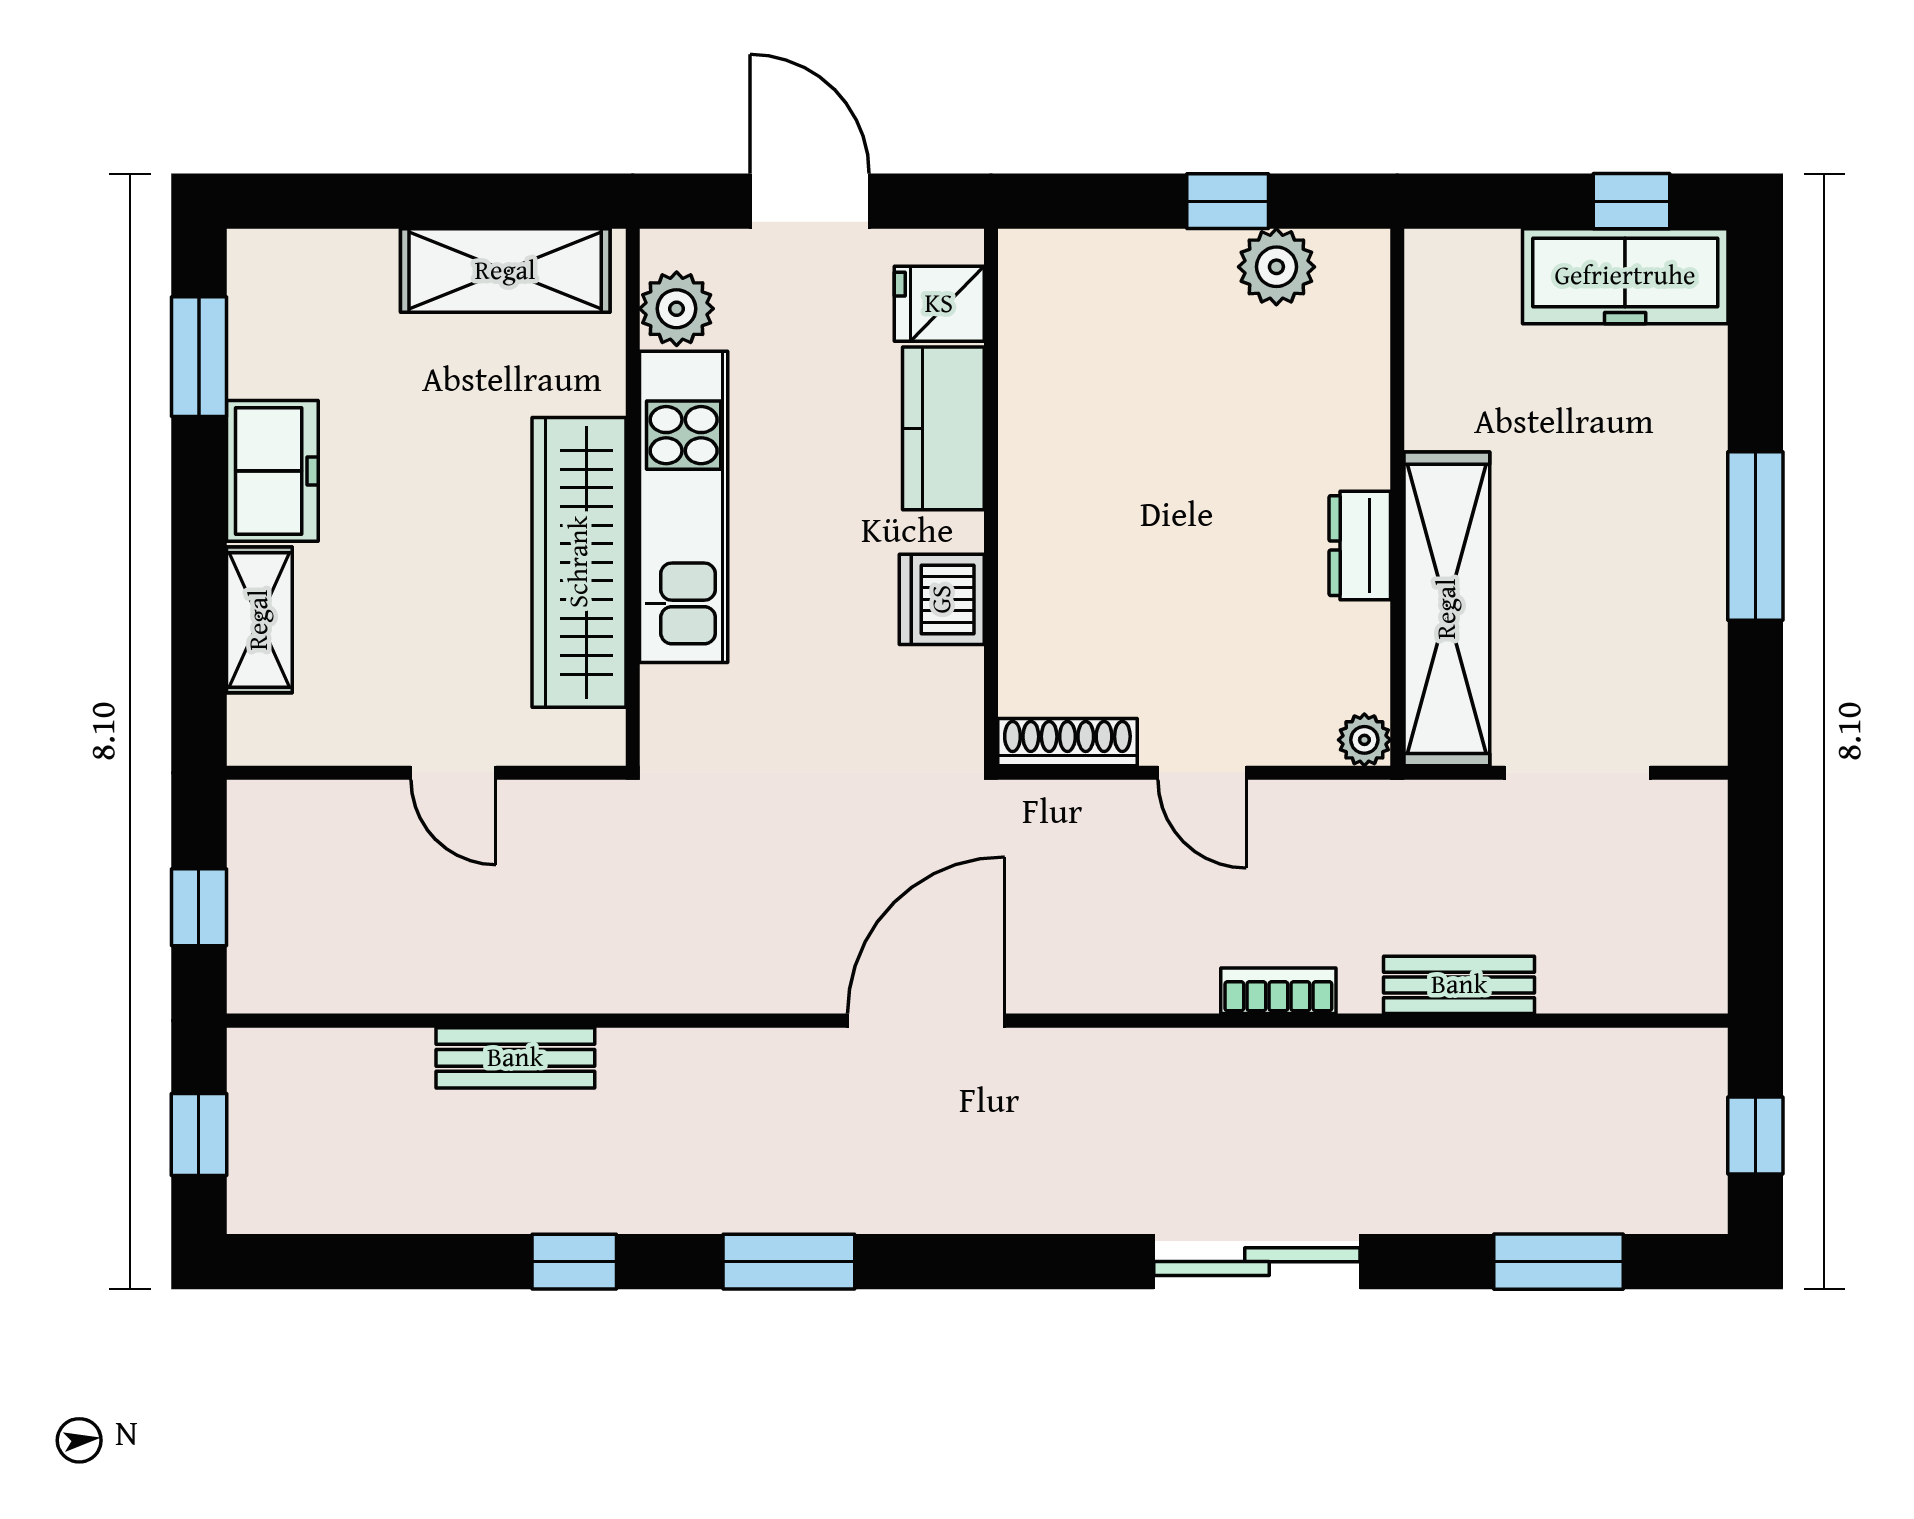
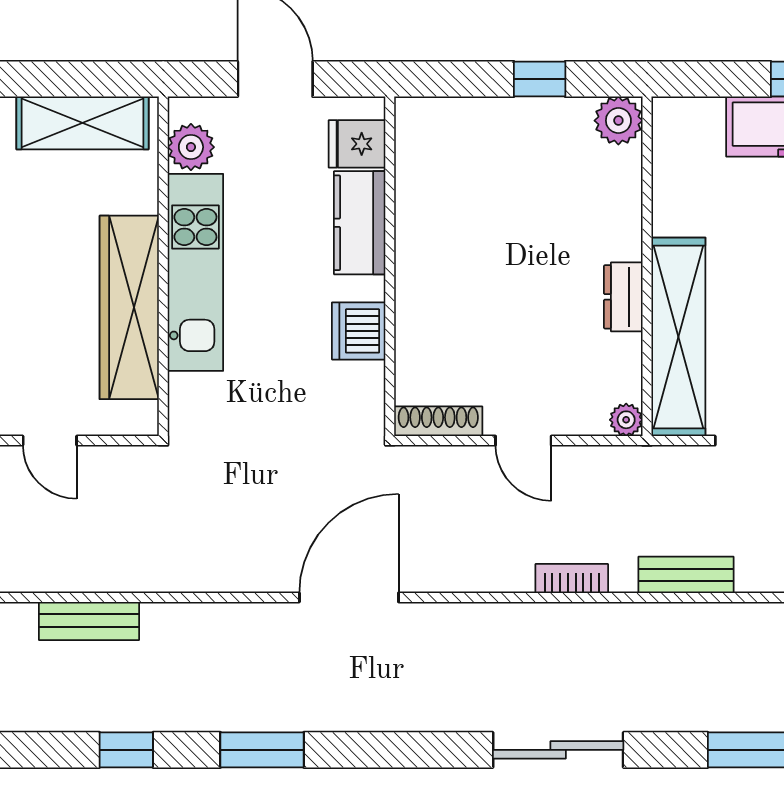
plant: (1276, 267) -> (618, 121), moved

